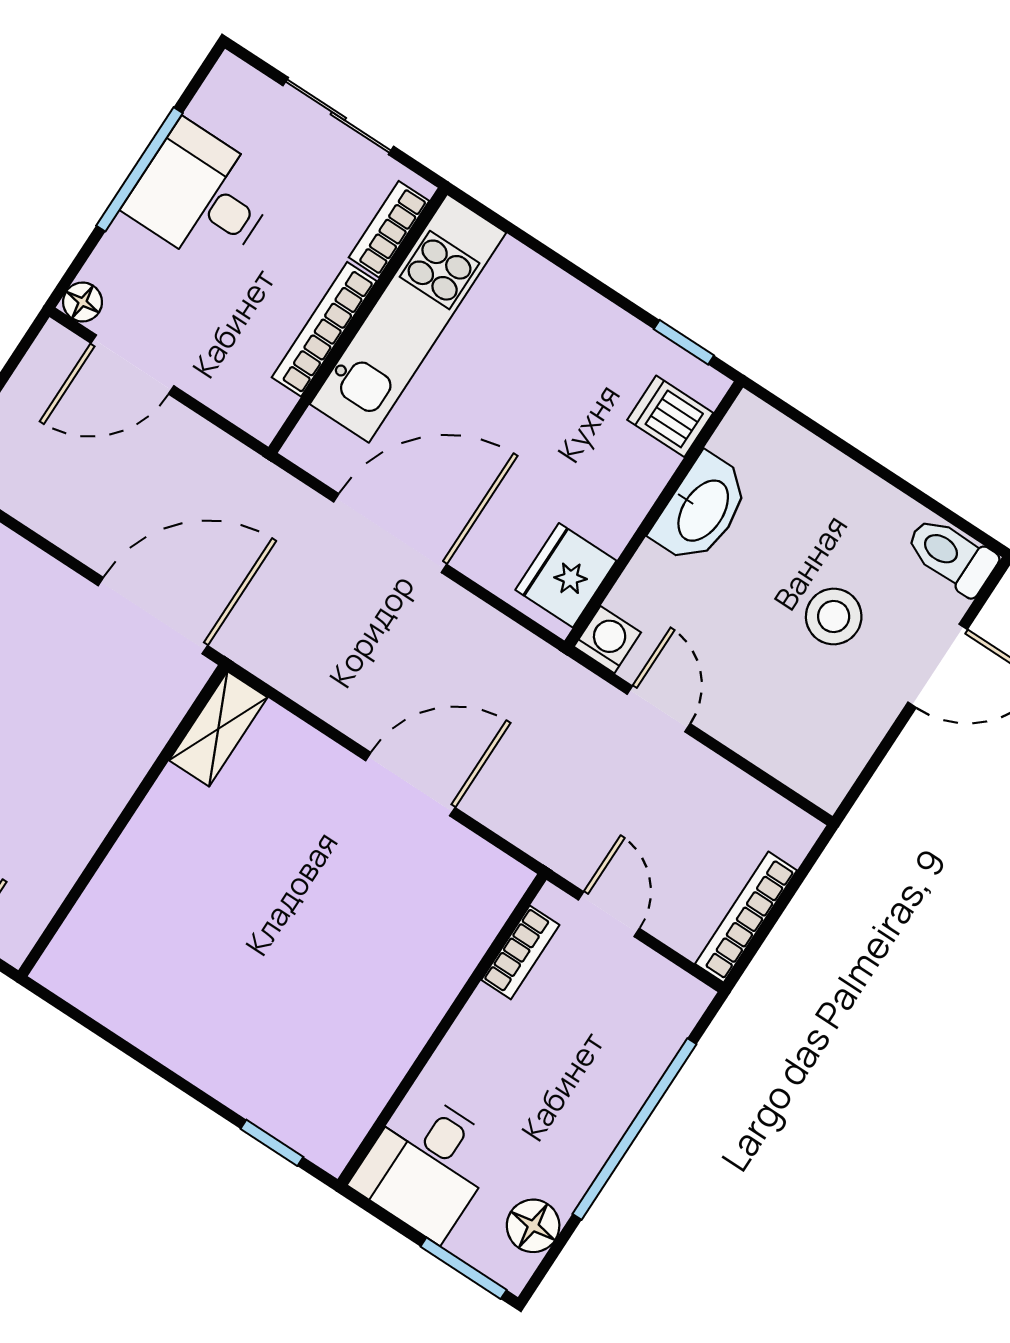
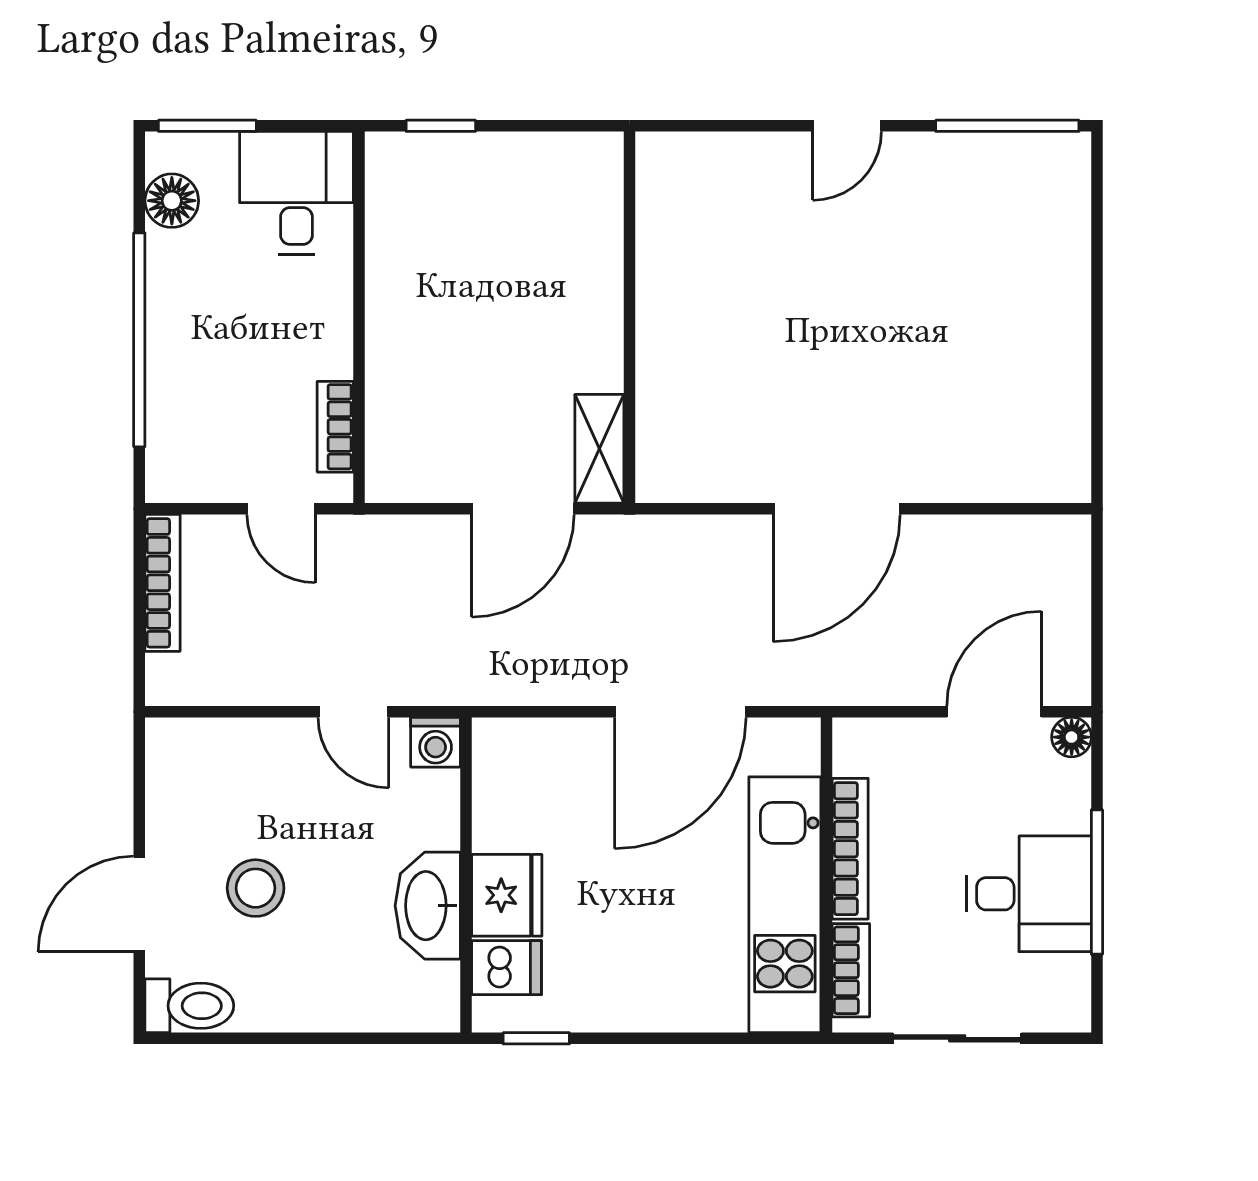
fridge: (566, 575) -> (507, 895), moved
shelving: (218, 729) -> (599, 449), moved
wall: (123, 821) -> (629, 317), moved

